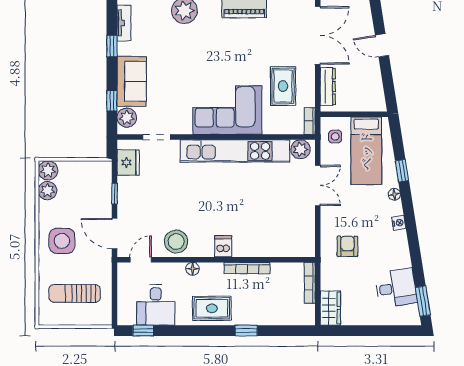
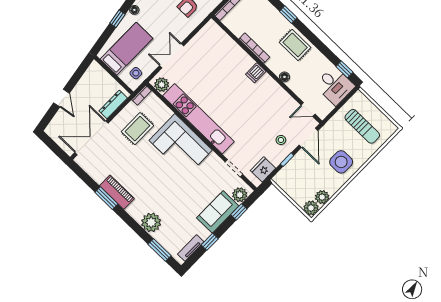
stool: (176, 242) -> (281, 140), moved, width x0.53, depth x0.53
desk: (156, 305) -> (335, 86), moved, turned 90

